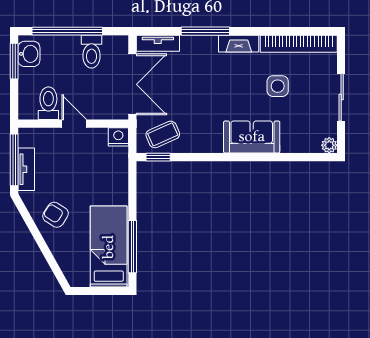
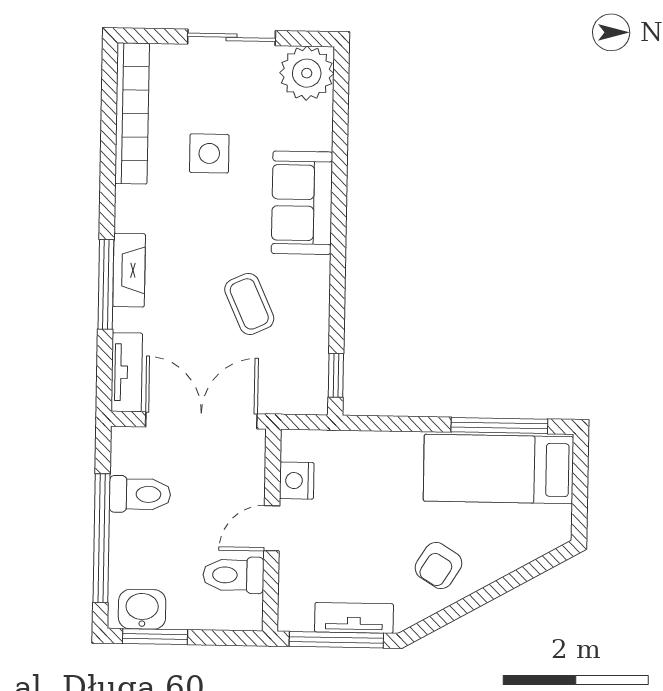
fireplace: (239, 44) -> (129, 270), moved
coffee table: (163, 134) -> (249, 304), moved
nightstand: (118, 137) -> (297, 481), moved
plant: (329, 145) -> (307, 73), width x1.88, depth x1.88

